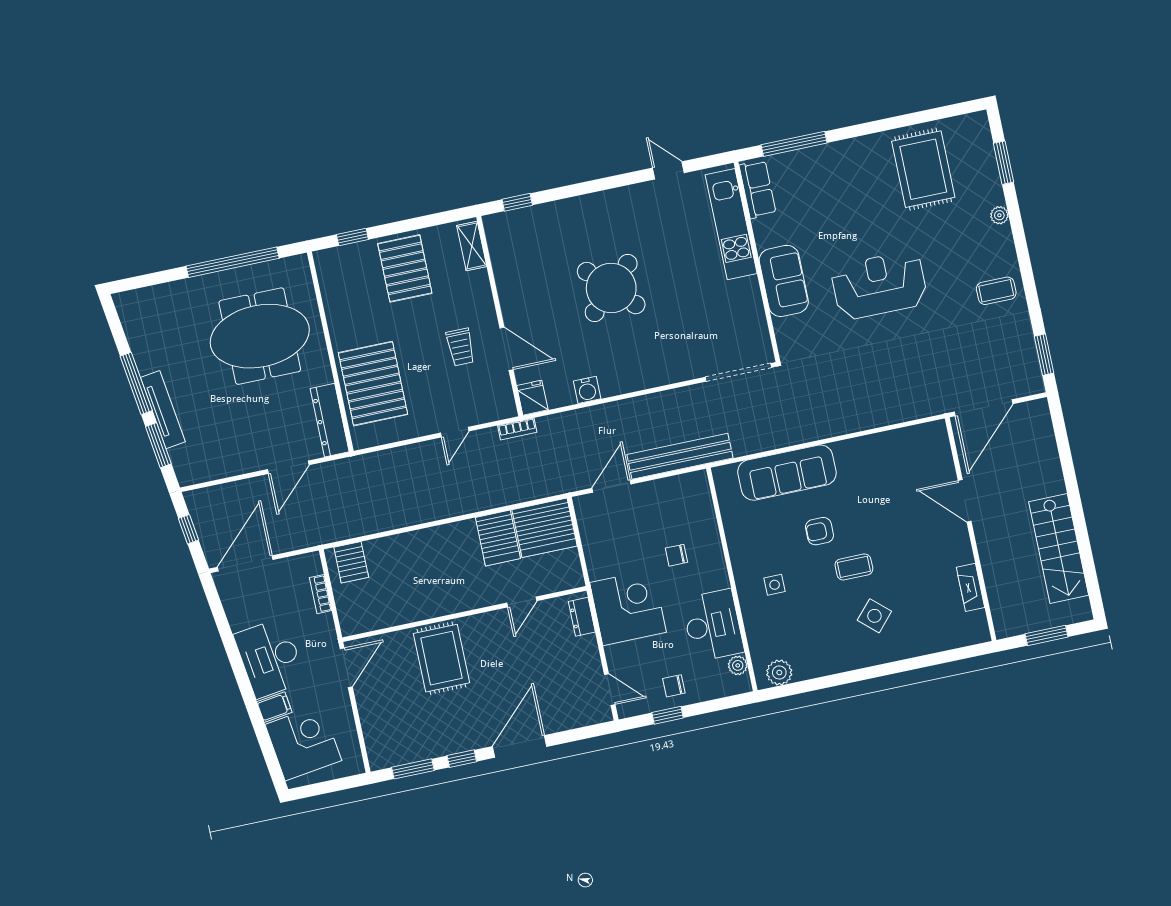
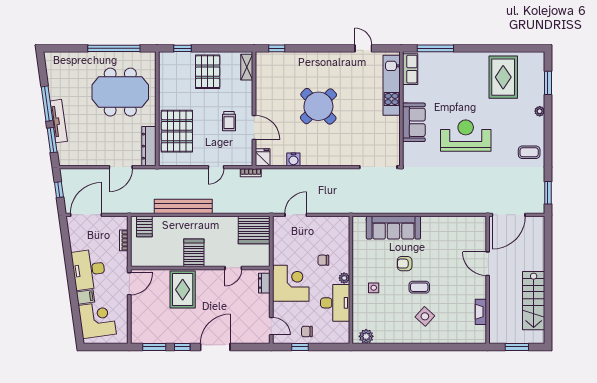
bench: (680, 456) -> (183, 206), moved
server rack: (498, 538) -> (194, 253), moved, turned 180
plant: (738, 665) -> (344, 278), moved

